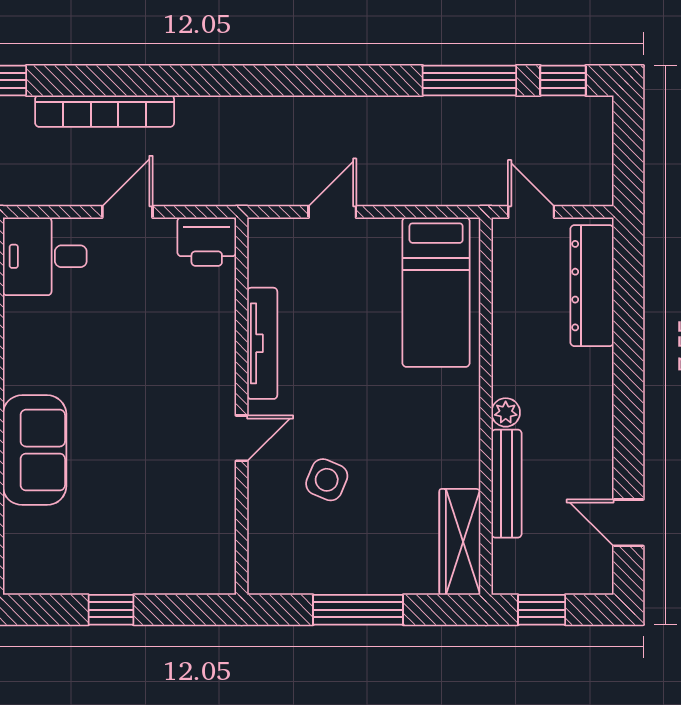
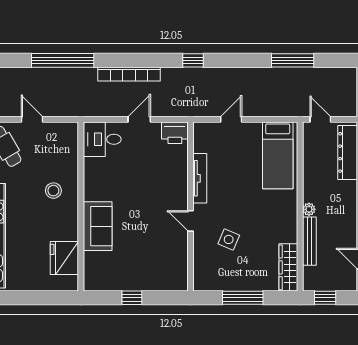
window: (563, 80) -> (193, 60), moved
door: (242, 438) -> (190, 221), swing flipped

